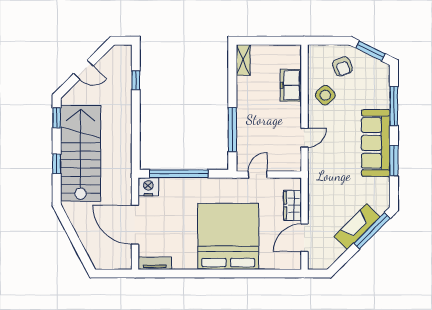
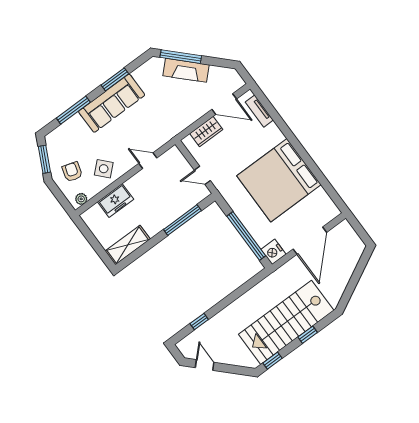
plant: (314, 57) -> (81, 199), added
shelving: (243, 60) -> (128, 245), width x1.50, depth x1.33
armchair: (342, 67) -> (72, 172), turned -53
door: (83, 70) -> (205, 365), moved
bed: (228, 236) -> (279, 180), moved
tv unit: (155, 263) -> (259, 111), moved

